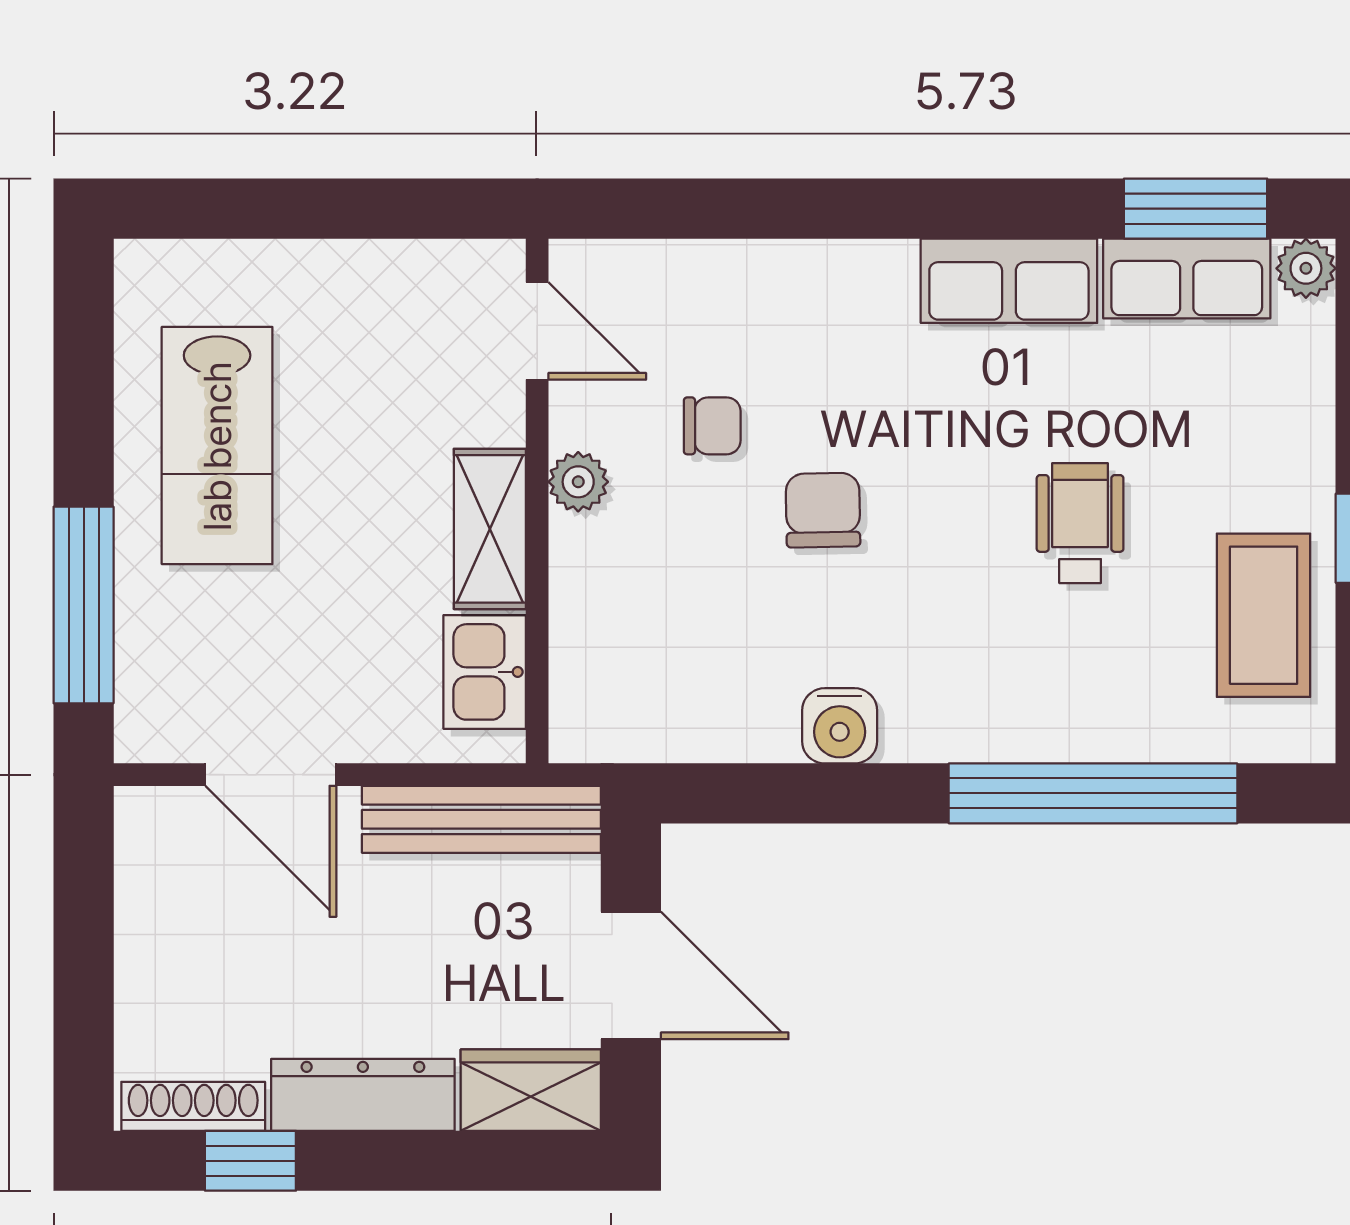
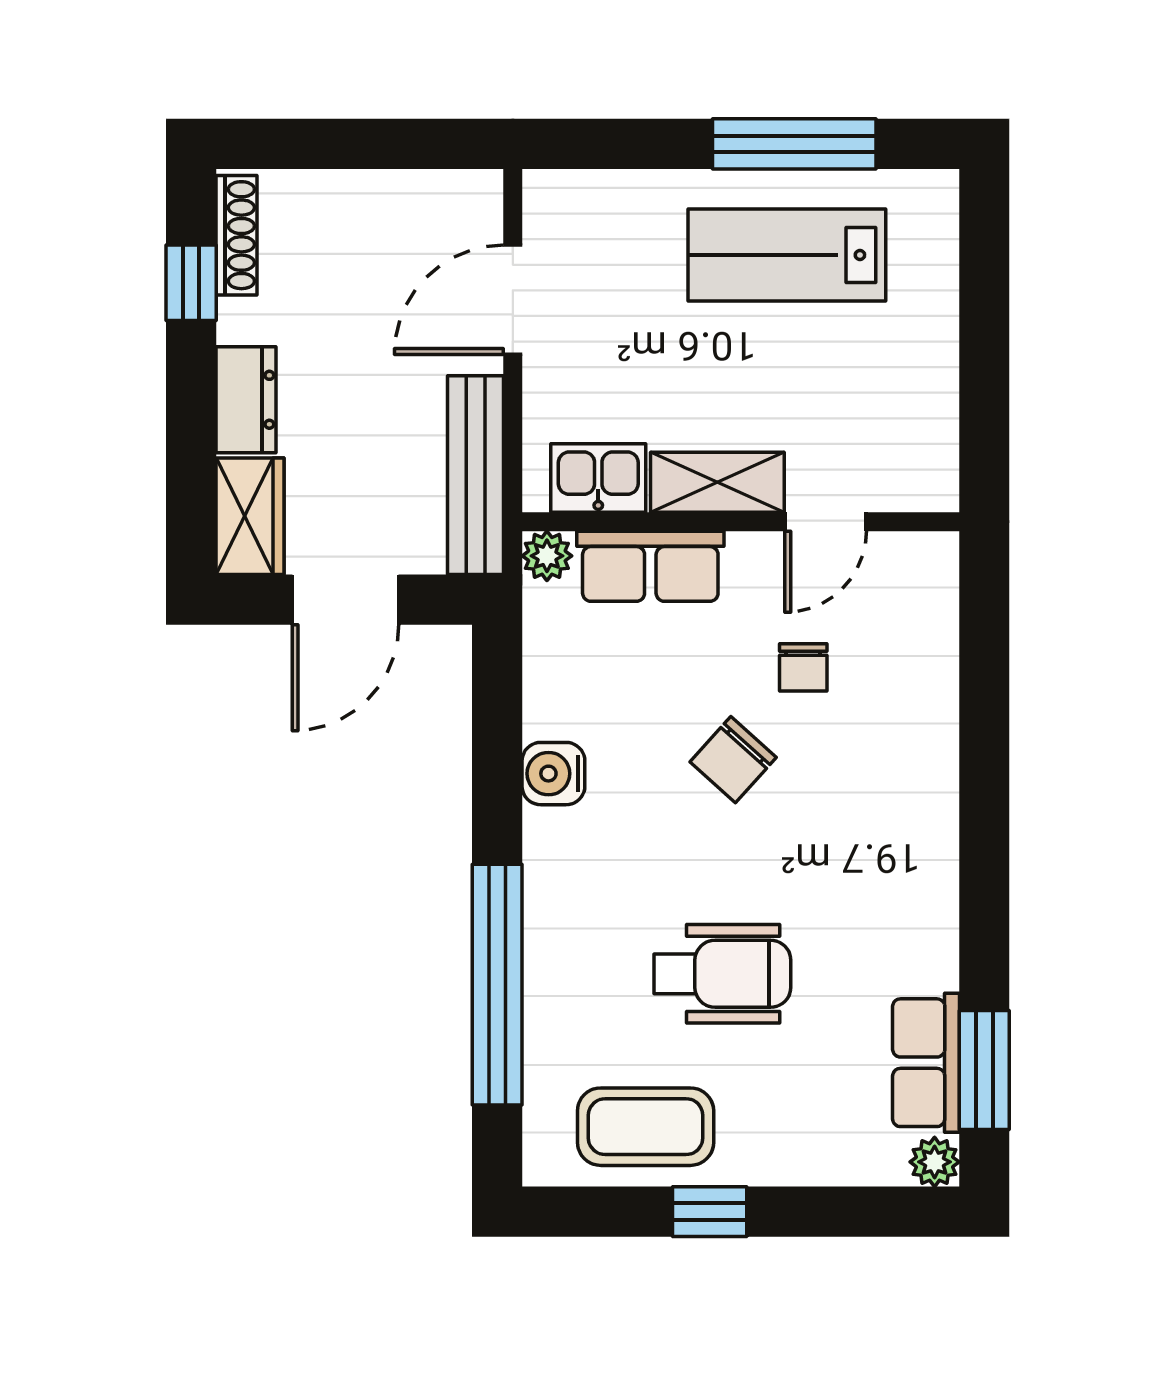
row of seats: (1009, 281) -> (650, 566), moved, turned -90
door: (537, 331) -> (826, 522), moved
plant: (578, 482) -> (547, 556), moved
chair: (823, 510) -> (733, 760), turned 133
wheelchair: (1080, 523) -> (722, 974), width x1.36, depth x1.37
window: (84, 605) -> (794, 144), moved
dresser: (363, 1095) -> (246, 400), width x0.70

